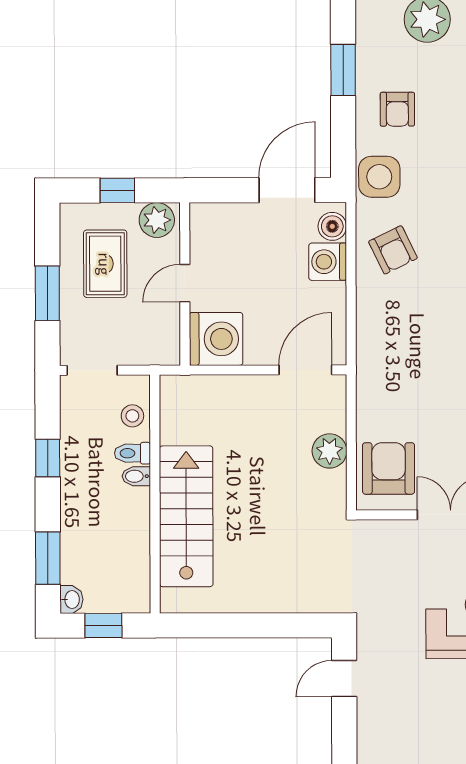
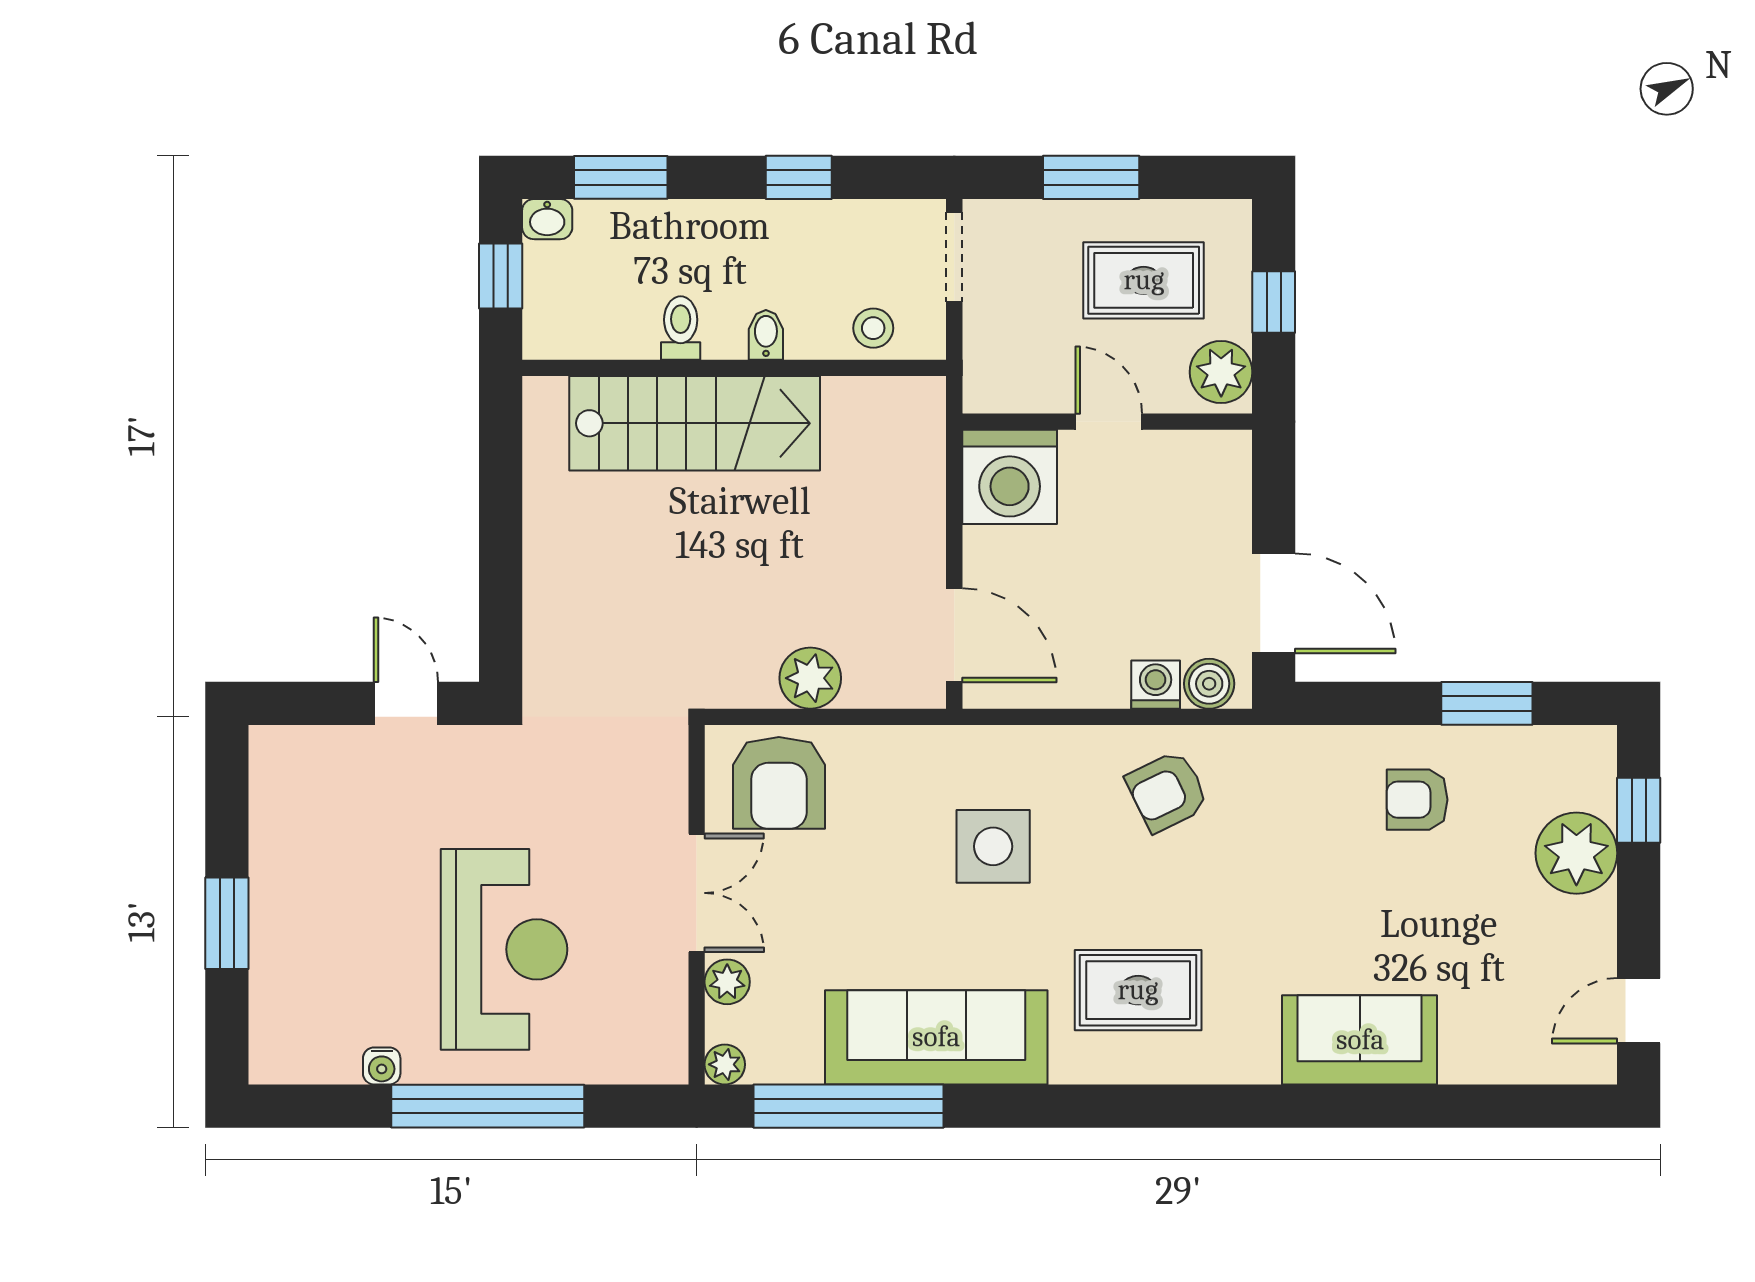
side table: (379, 177) -> (993, 846), moved
washing machine: (328, 262) -> (1156, 685), width x0.73, depth x0.73
toilet: (132, 453) -> (681, 328), moved
armchair: (389, 468) -> (779, 783), turned 90

